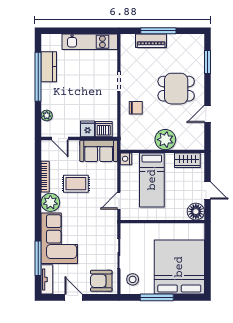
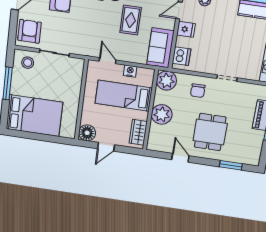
fridge: (88, 129) -> (186, 29), moved
plant: (130, 140) -> (166, 81), added
nightstand: (126, 159) -> (130, 71), moved
bed: (179, 267) -> (34, 116), width x0.73

